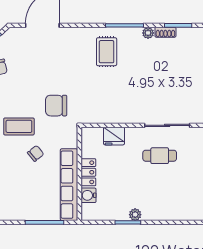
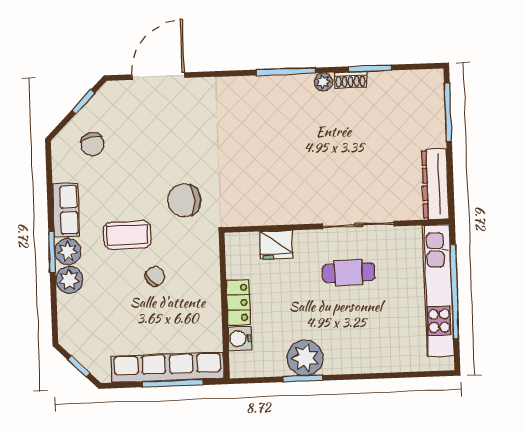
rug: (107, 52) -> (260, 114), removed
row of seats: (69, 185) -> (167, 367), moved, turned 90
plant: (135, 215) -> (305, 358), width x1.88, depth x1.88

